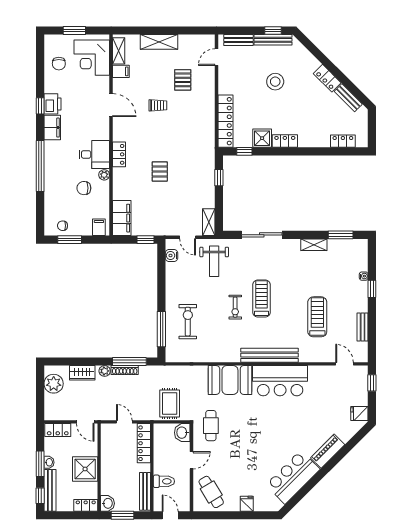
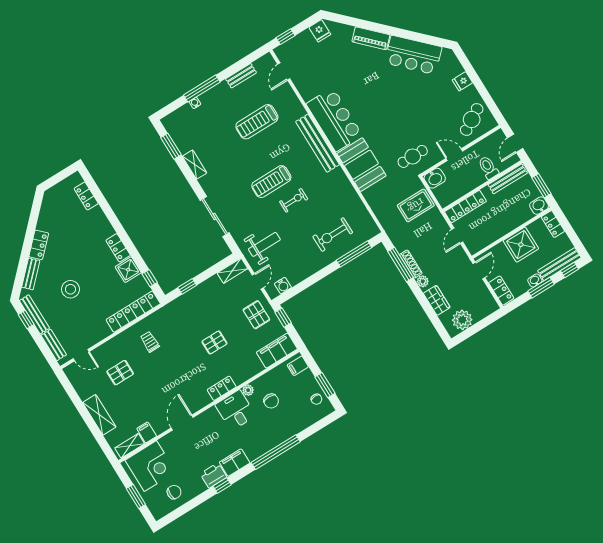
bench: (348, 98) -> (31, 274), moved
trolley: (158, 105) -> (150, 342), moved
pallet: (161, 219) -> (256, 315), added
window: (372, 289) -> (202, 89), width x2.17

